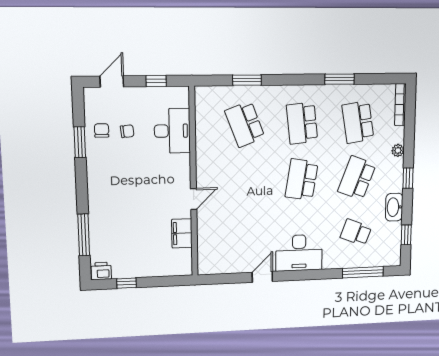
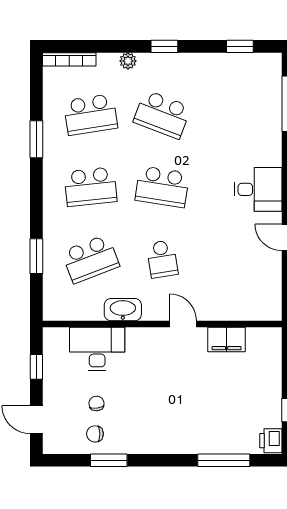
washbasin: (394, 207) -> (123, 310), moved, turned 180
school desk: (356, 232) -> (162, 259), moved, turned -30
desk: (299, 253) -> (258, 189), width x0.73

